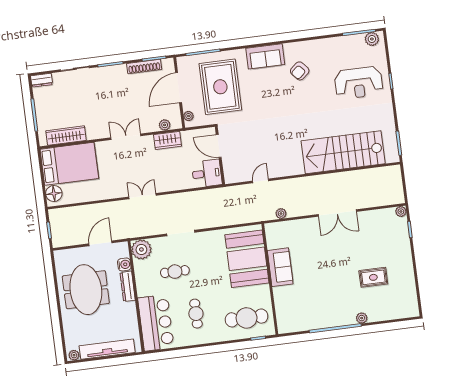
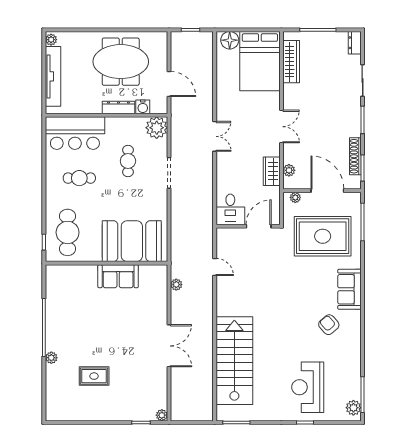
double door: (337, 213) -> (169, 346), swing flipped
rug: (373, 277) -> (94, 376), turned 90

